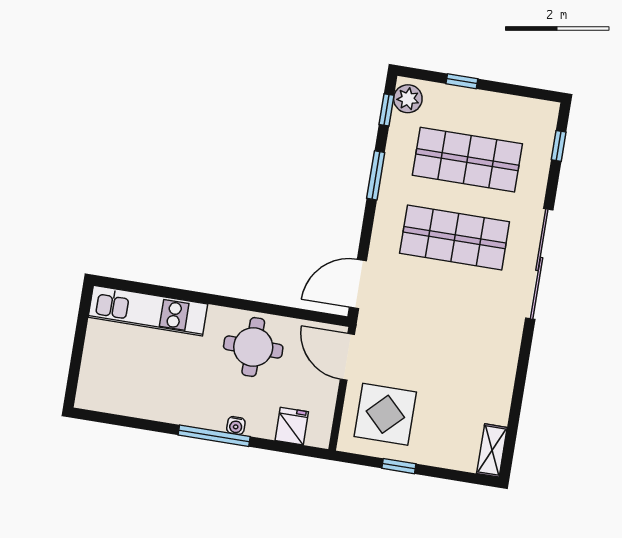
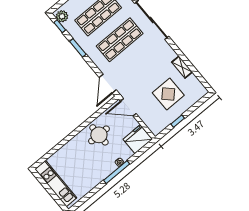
kitchen unit: (148, 311) -> (56, 184), moved, turned -90
display table: (385, 414) -> (168, 94), moved
fridge: (292, 426) -> (138, 139), width x1.88, depth x1.34
shelving: (492, 450) -> (182, 67), moved

